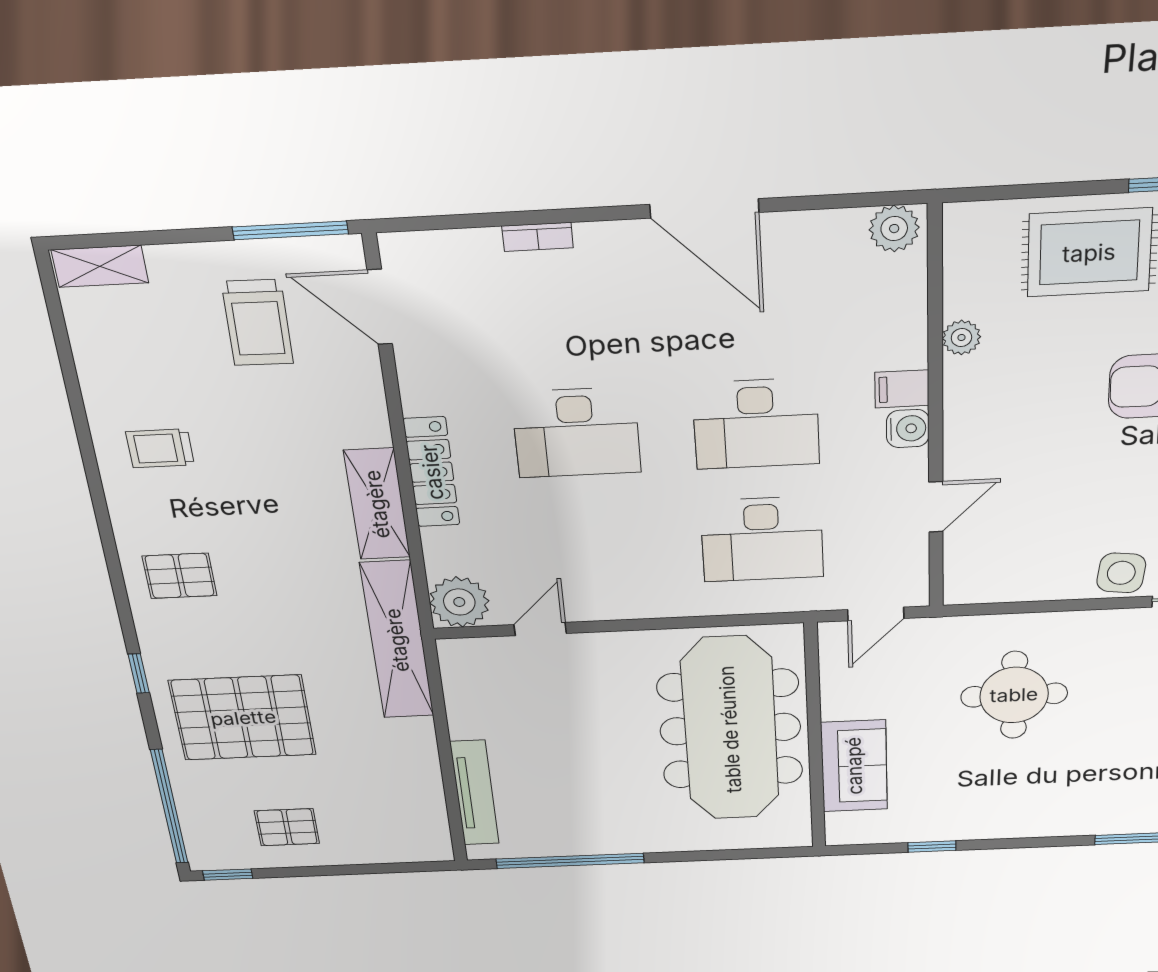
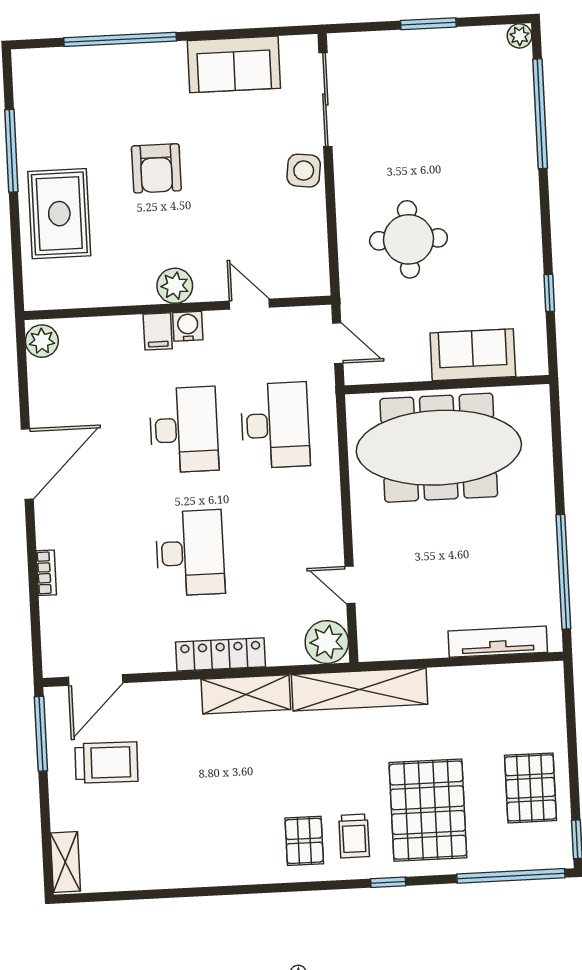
plant: (961, 338) -> (175, 286), moved, width x1.38, depth x1.38
trolley: (160, 448) -> (354, 836), moved
pallet: (287, 827) -> (530, 788), width x1.50, depth x1.42

